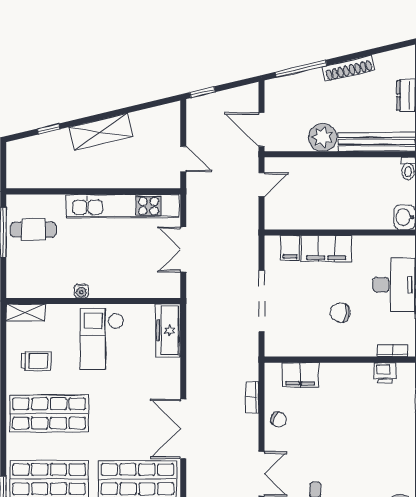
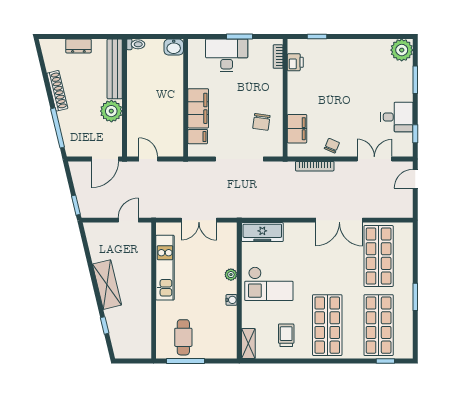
kitchen unit: (123, 206) -> (165, 268), width x0.73
plant: (114, 290) -> (231, 275), added
chair: (340, 312) -> (261, 122), moved
bookcase: (252, 397) -> (315, 166), width x1.56

